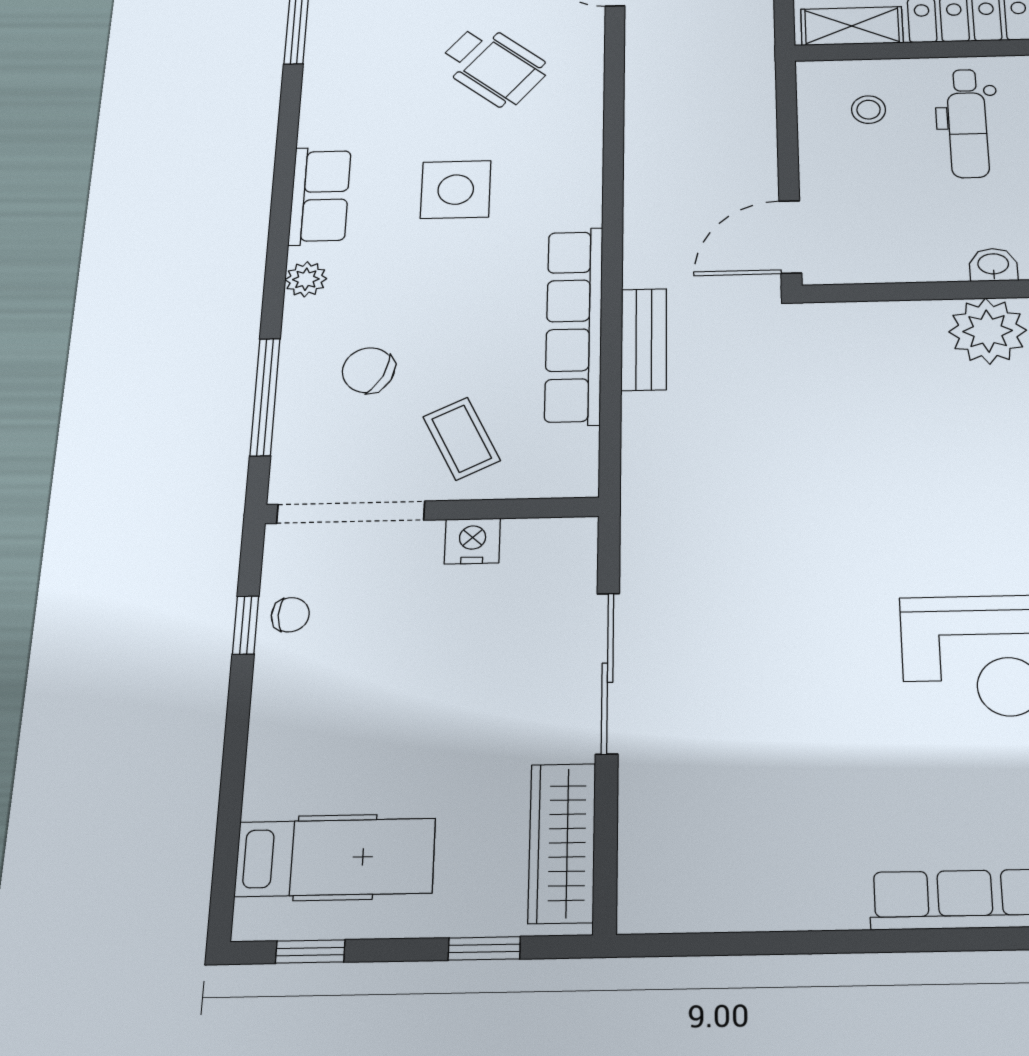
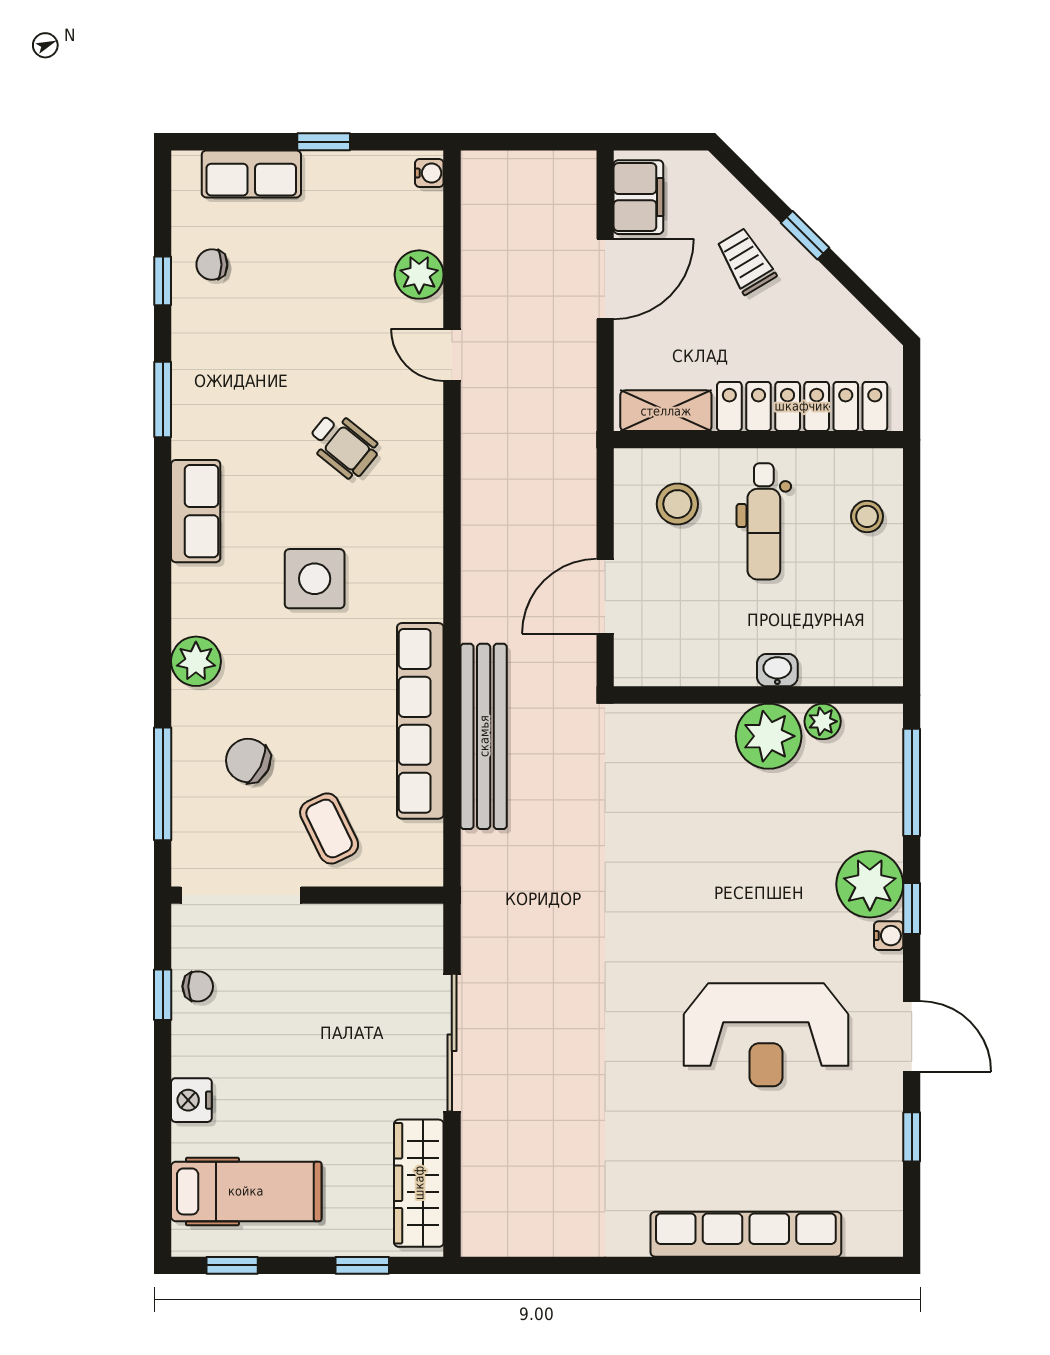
wheelchair: (493, 66) -> (343, 445), width x0.73, depth x0.73
stool: (869, 110) -> (677, 504), width x1.37, depth x1.37
row of seats: (320, 196) -> (196, 511), moved
door: (790, 237) -> (605, 596), moved
plant: (306, 279) -> (196, 661), width x1.38, depth x1.38
bench: (644, 339) -> (484, 736), width x1.86, depth x1.21
nightstand: (472, 541) -> (191, 1100), moved, turned -90

